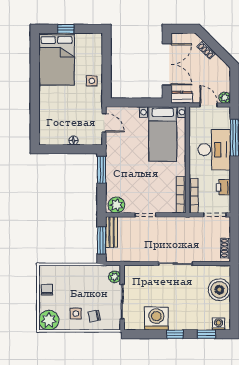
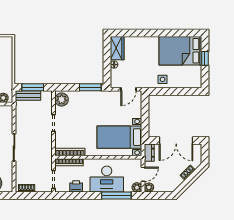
plant: (225, 112) -> (137, 187), added
wardrobe: (53, 137) -> (117, 48), added
bench: (112, 232) -> (28, 95), moved

